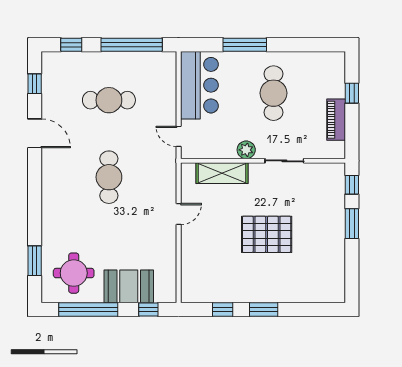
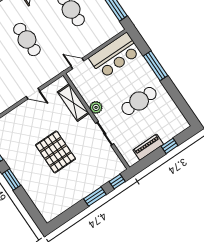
door: (179, 136) -> (77, 63), hinge flipped
cafe table: (109, 177) -> (27, 39), turned 90

